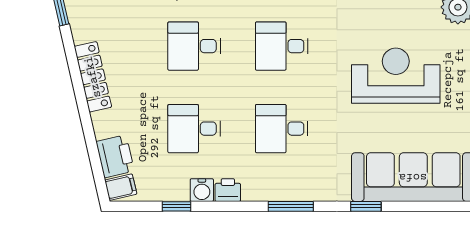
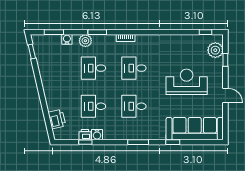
locker: (93, 77) -> (47, 82), removed
filing cabinet: (121, 187) -> (59, 133), removed
printer: (228, 190) -> (85, 135), moved

